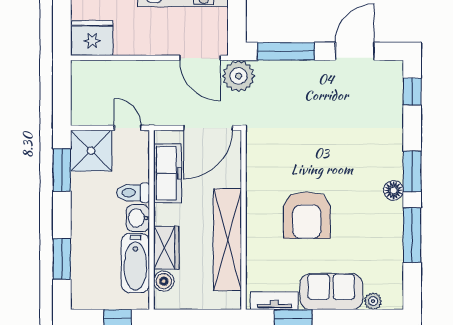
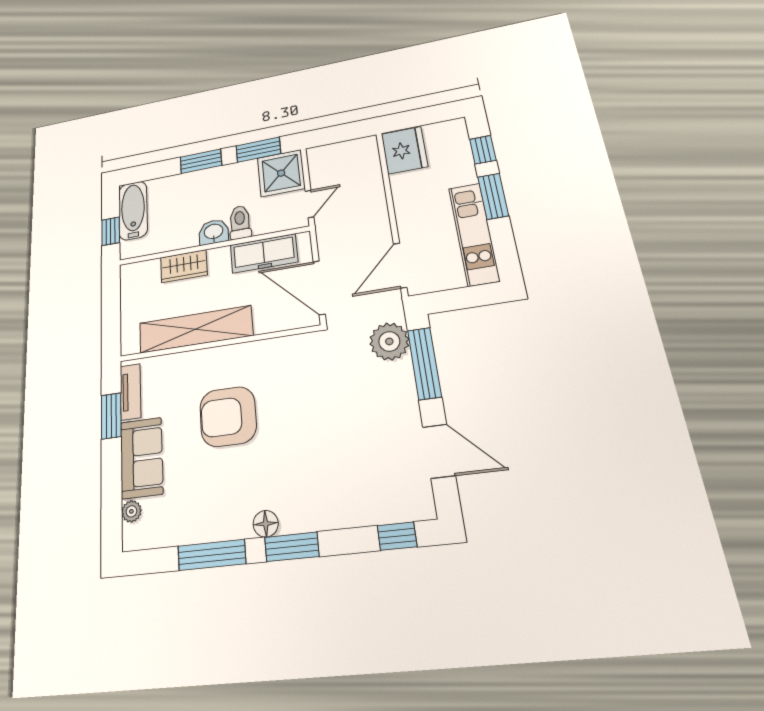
plant: (239, 76) -> (389, 341), moved
window: (62, 259) -> (201, 161), moved
bathtub: (135, 263) -> (133, 210), moved, turned 90
boiler: (164, 281) -> (149, 270), removed

